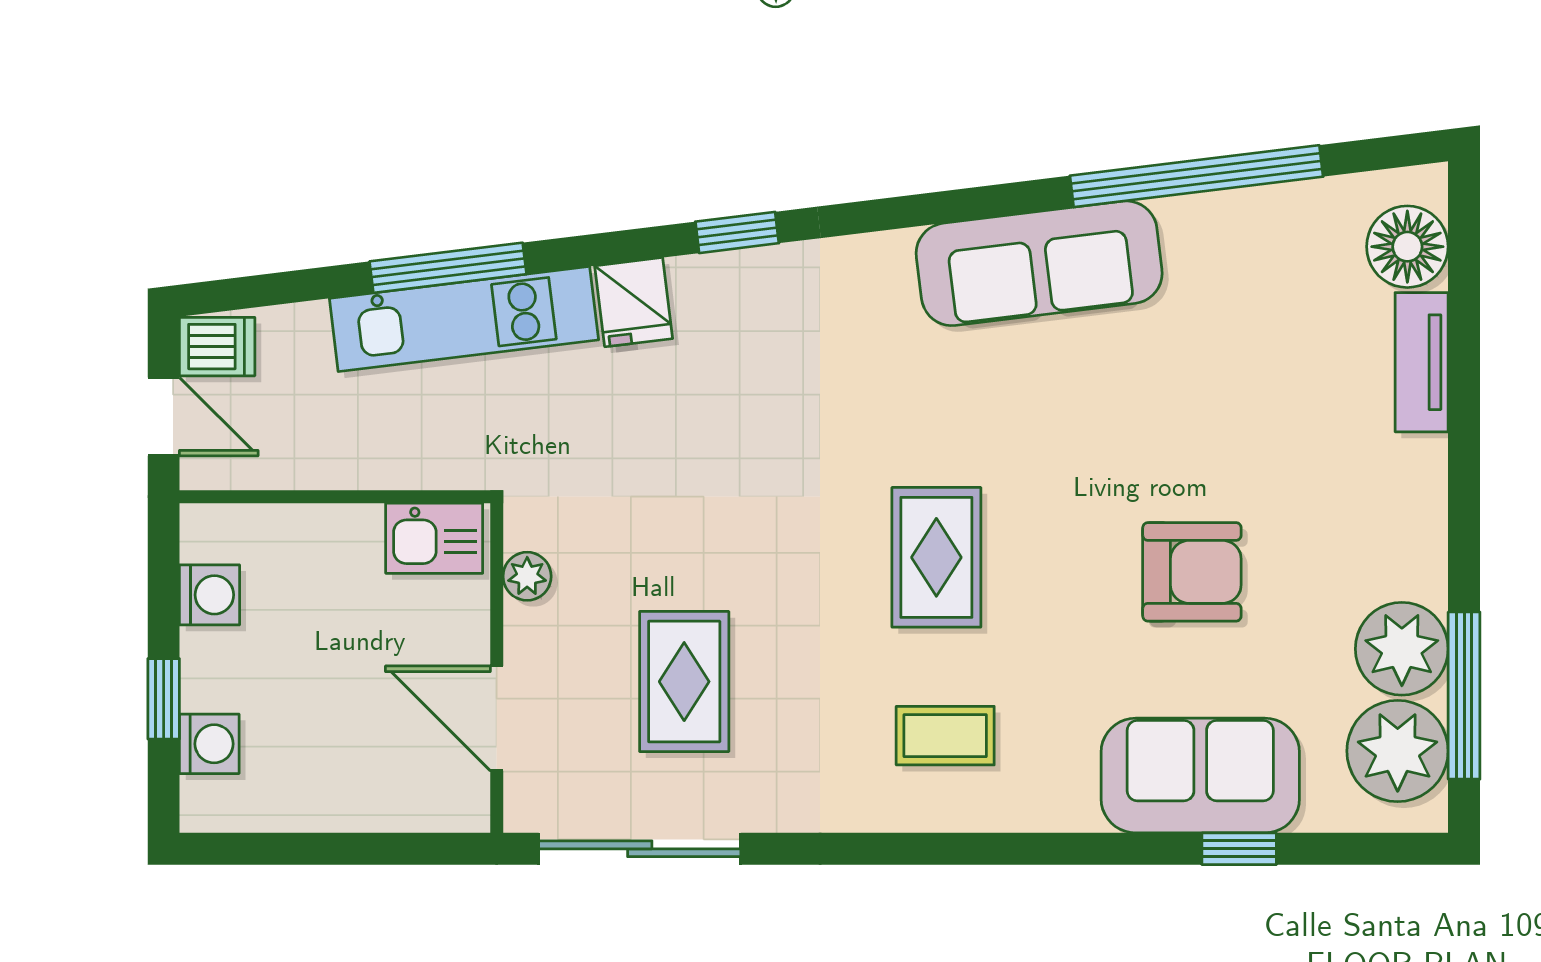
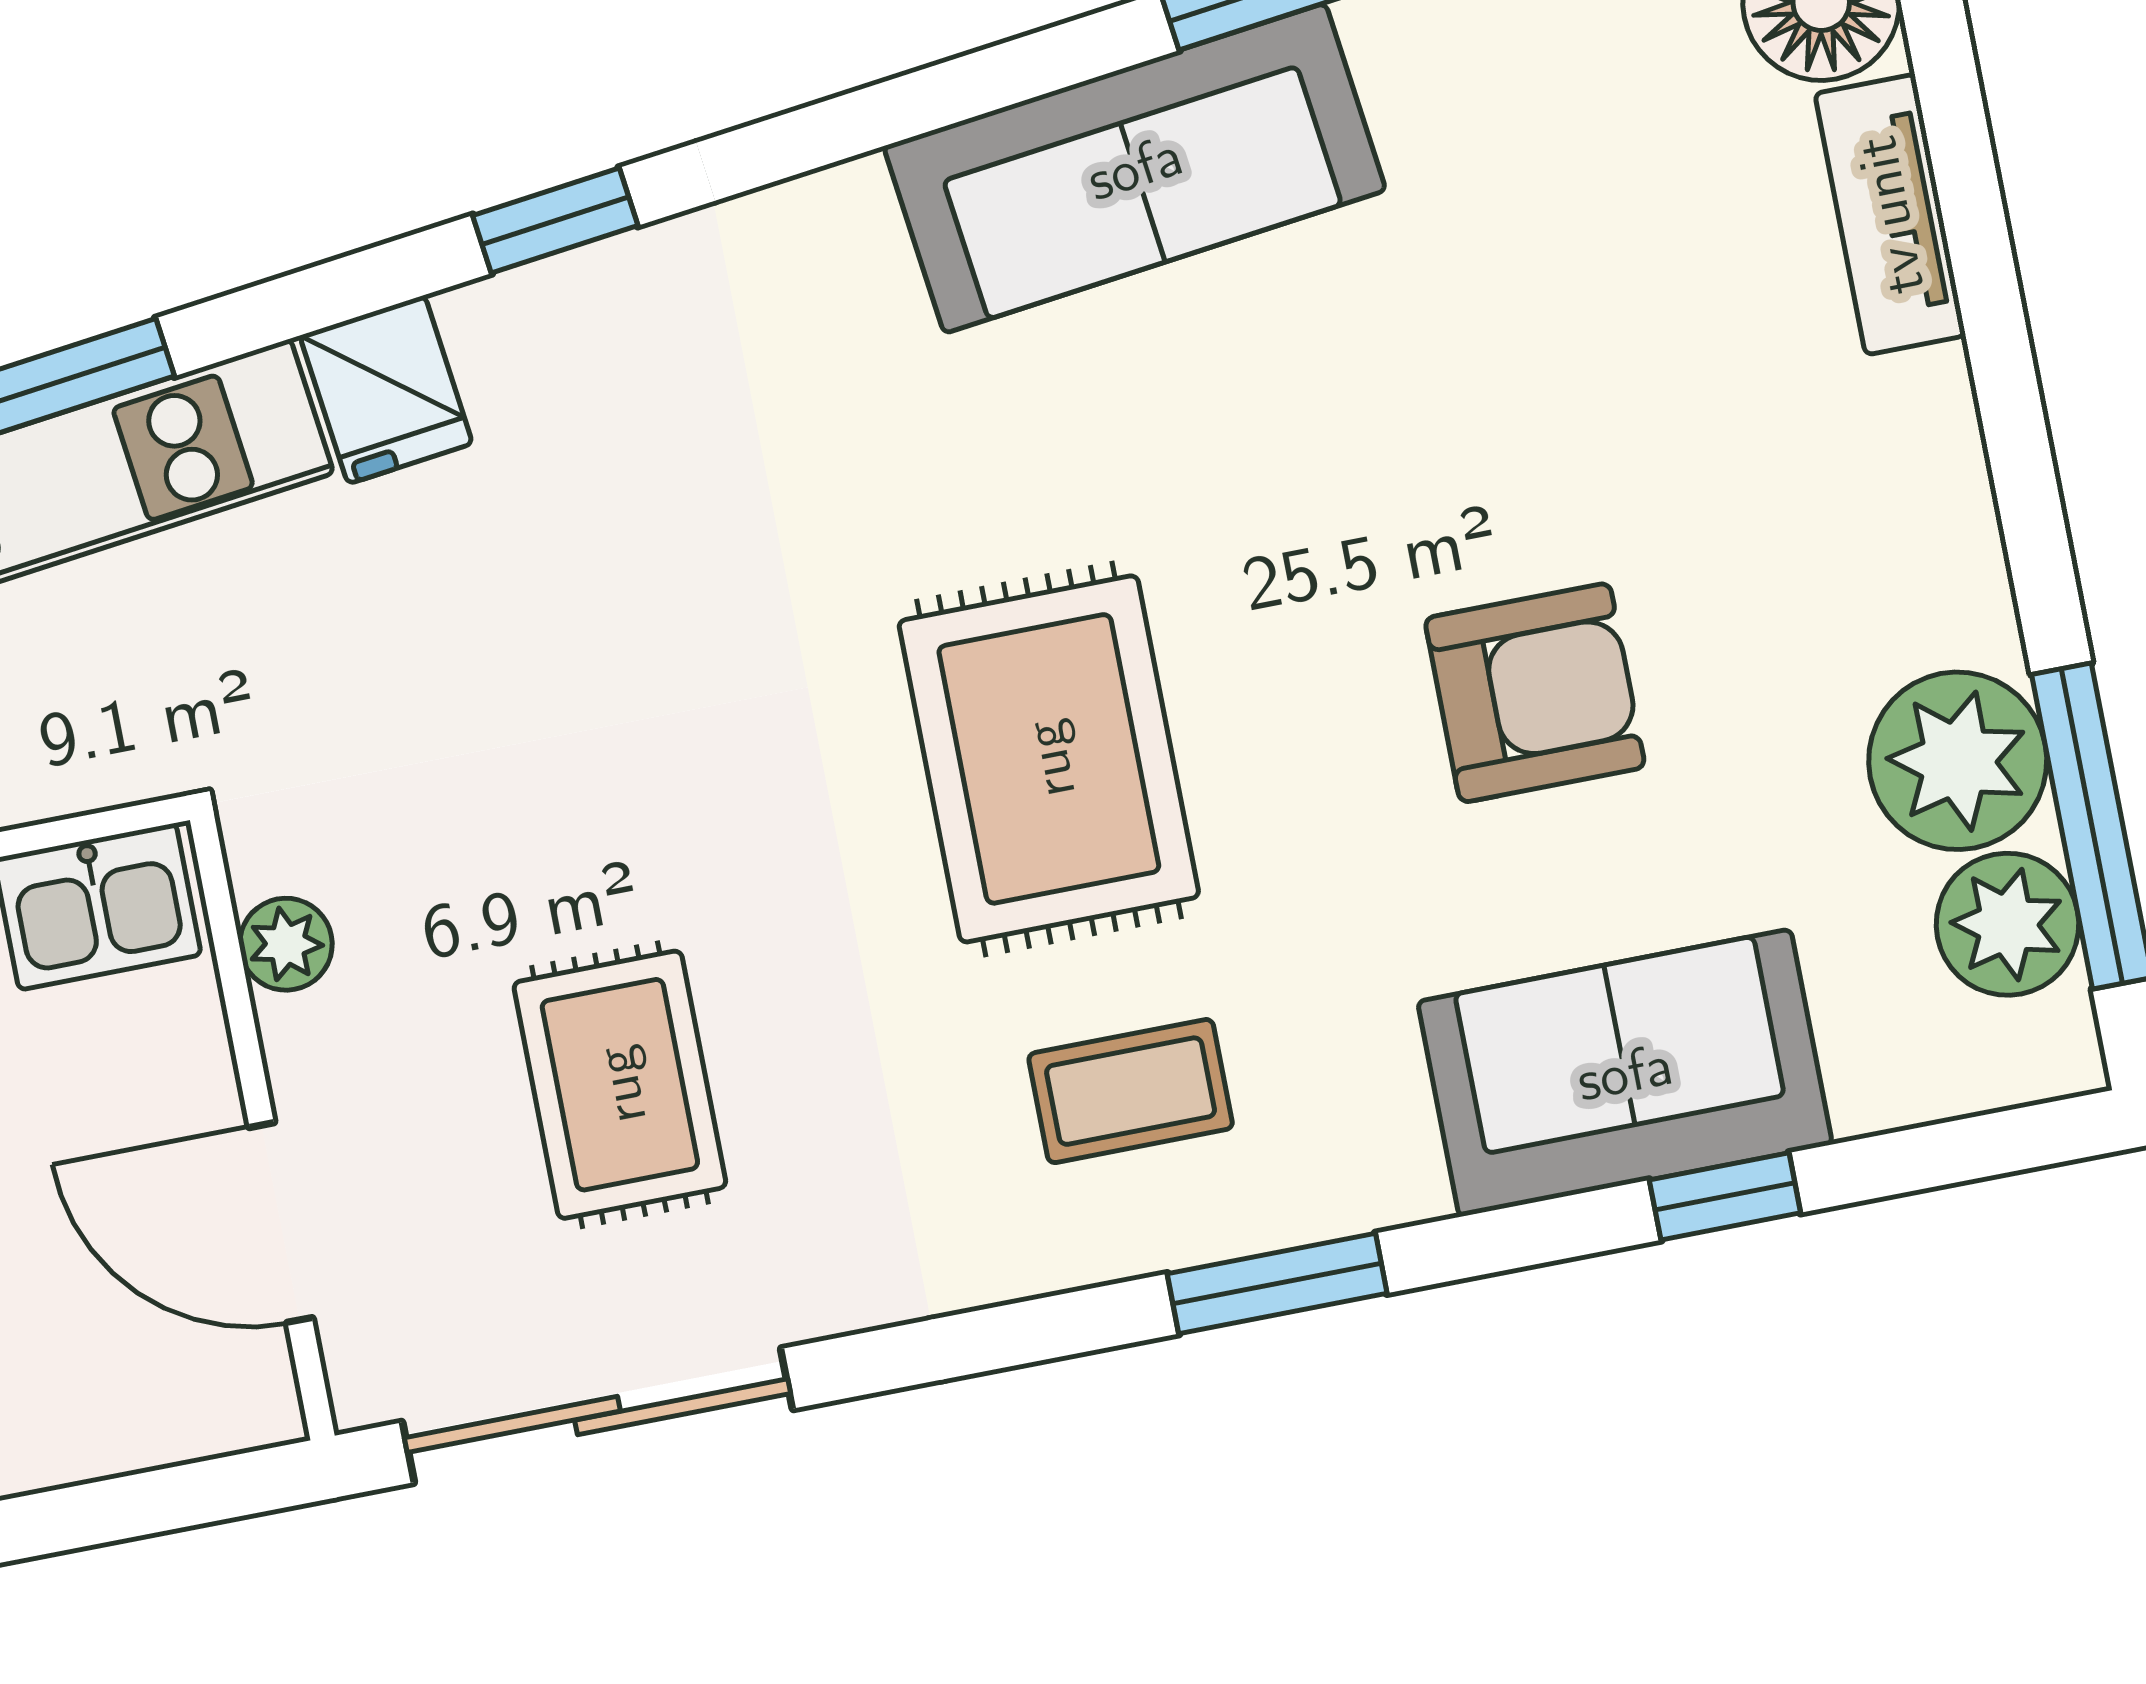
rug: (936, 557) -> (1049, 759), width x1.36, depth x1.43
plant: (1398, 751) -> (2008, 924), width x0.73, depth x0.73
window: (1001, 849) -> (1277, 1283), added

